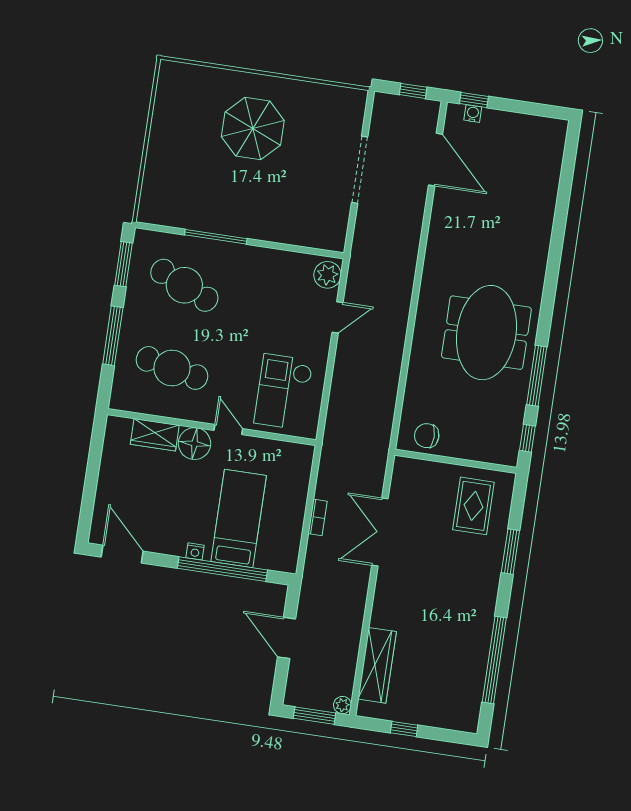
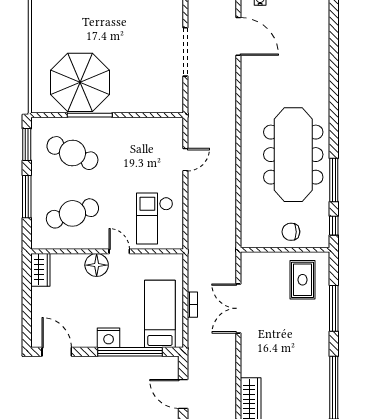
parasol: (253, 129) -> (80, 82), moved, width x1.36, depth x1.36
plant: (327, 275) -> (174, 130), removed
meeting table: (486, 333) -> (293, 155), width x1.36
cafe table: (172, 368) -> (72, 213), turned -30
wardrobe: (155, 435) -> (40, 270), moved, turned -90
chair: (427, 436) -> (291, 232), moved
bed: (239, 518) -> (160, 314), moved
nightstand: (195, 551) -> (109, 338), width x1.89, depth x1.79
window: (510, 552) -> (334, 308), width x1.44

